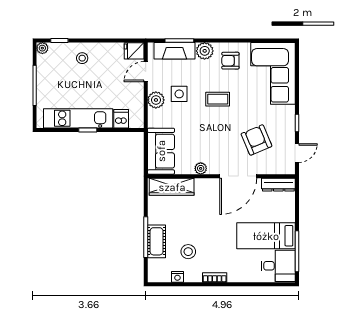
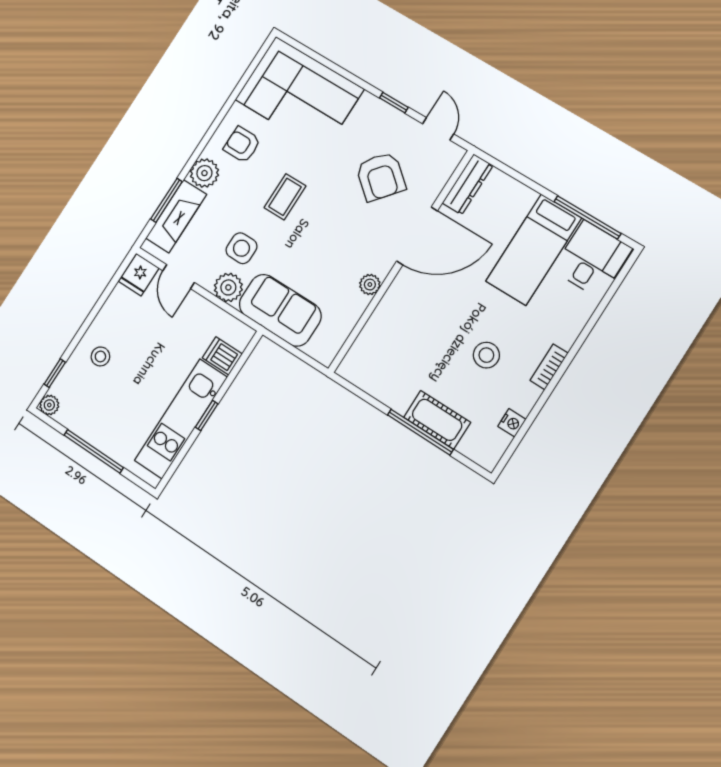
armchair: (230, 61) -> (242, 145), turned 90
armchair: (257, 140) -> (381, 176), turned -117
sofa: (161, 151) -> (280, 310), moved
door: (238, 176) -> (417, 236), hinge flipped
wardrobe: (172, 187) -> (369, 345), removed
stool: (188, 252) -> (486, 355), moved

